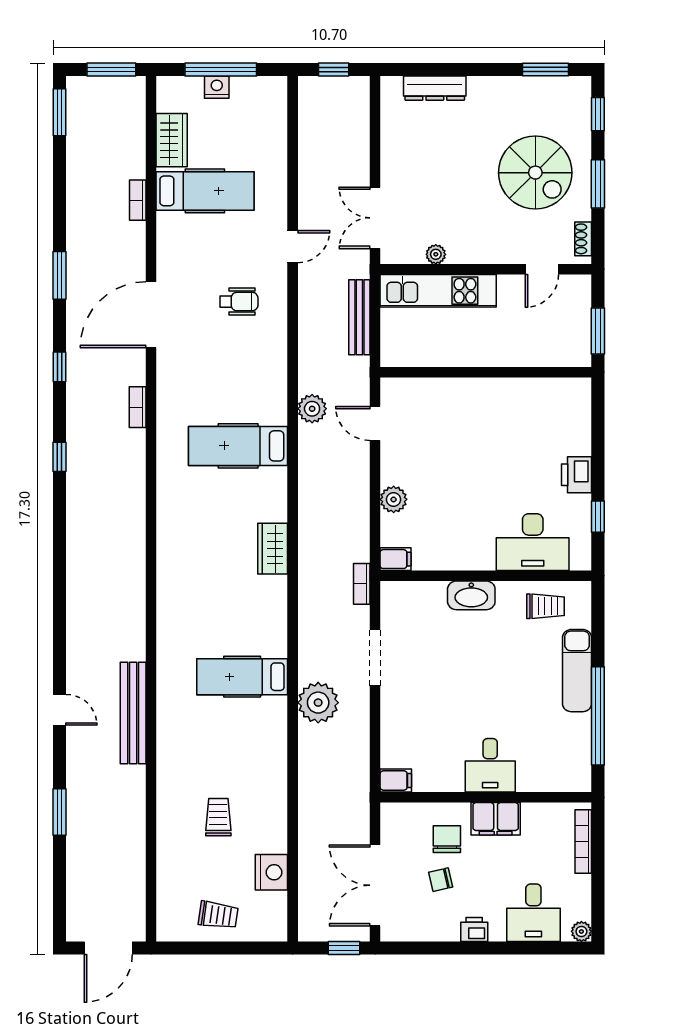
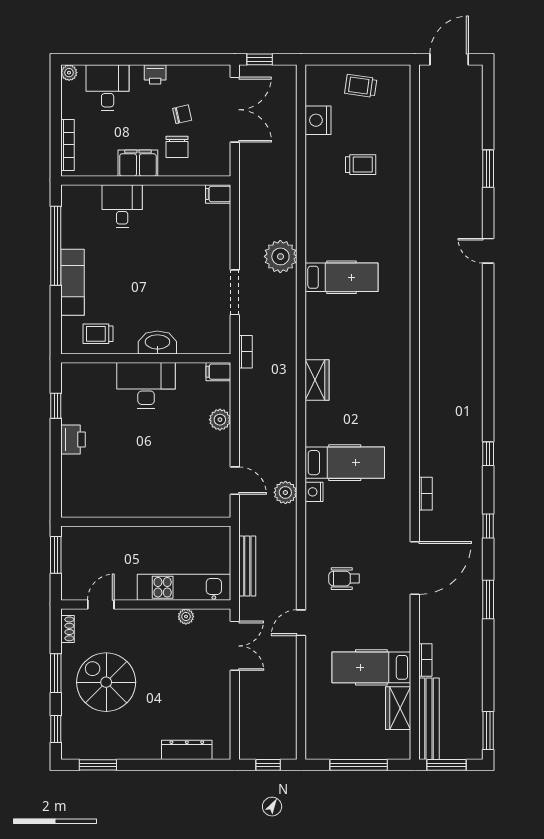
nightstand: (217, 87) -> (314, 492), moved, turned 90
desk: (533, 542) -> (146, 385), moved
bench: (133, 713) -> (429, 719), moved
desk: (490, 765) -> (122, 206), moved
trolley: (218, 817) -> (361, 165), turned -90

